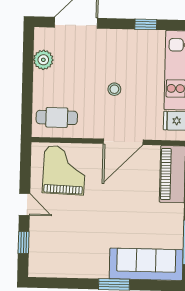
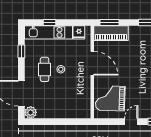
plant: (43, 60) -> (31, 112), moved
cafe table: (57, 117) -> (45, 69), moved

